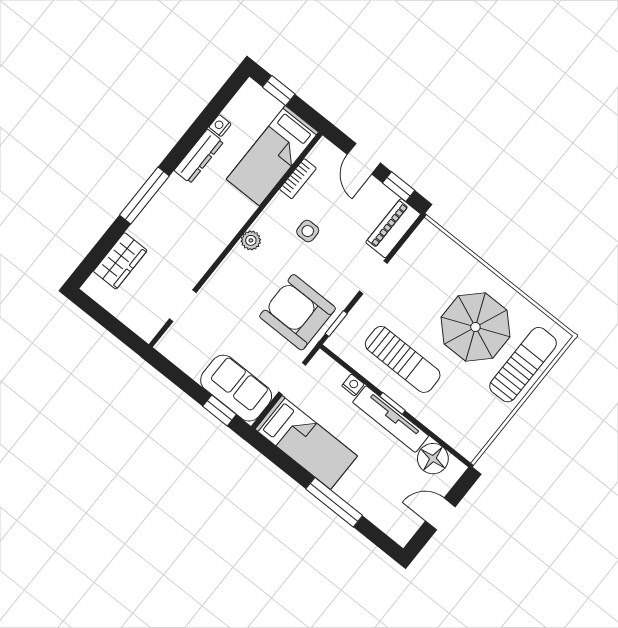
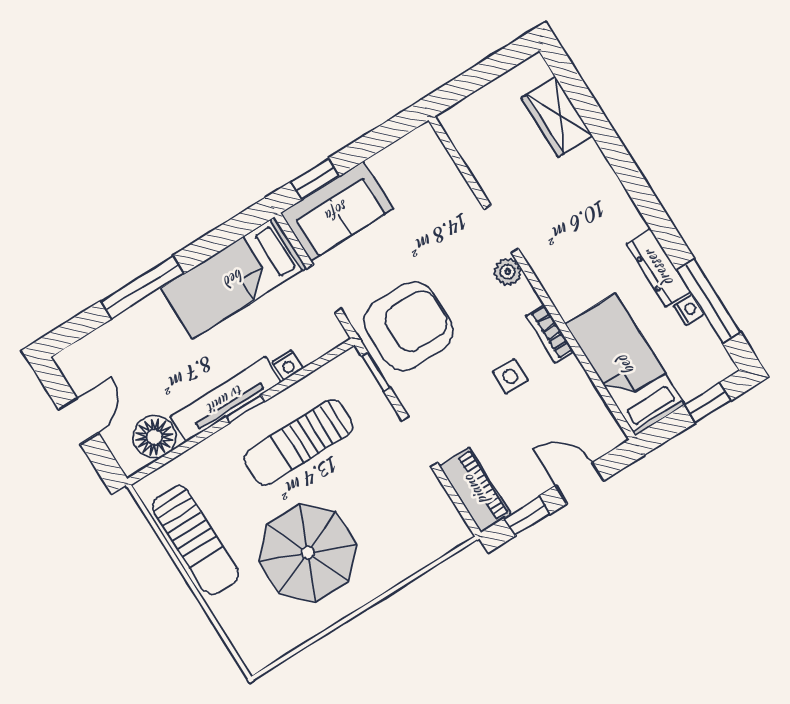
bookcase: (298, 179) -> (550, 334), moved
window: (144, 195) -> (708, 301), moved
plant: (251, 240) -> (508, 272), moved
doorway: (183, 306) -> (501, 229), moved
sun lounger: (523, 365) -> (196, 540), moved

